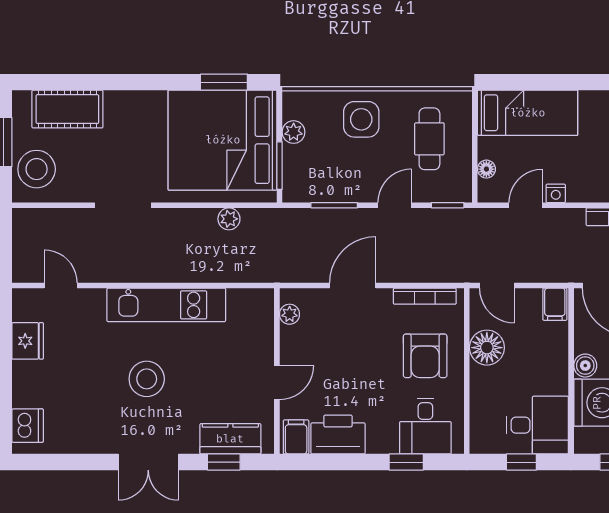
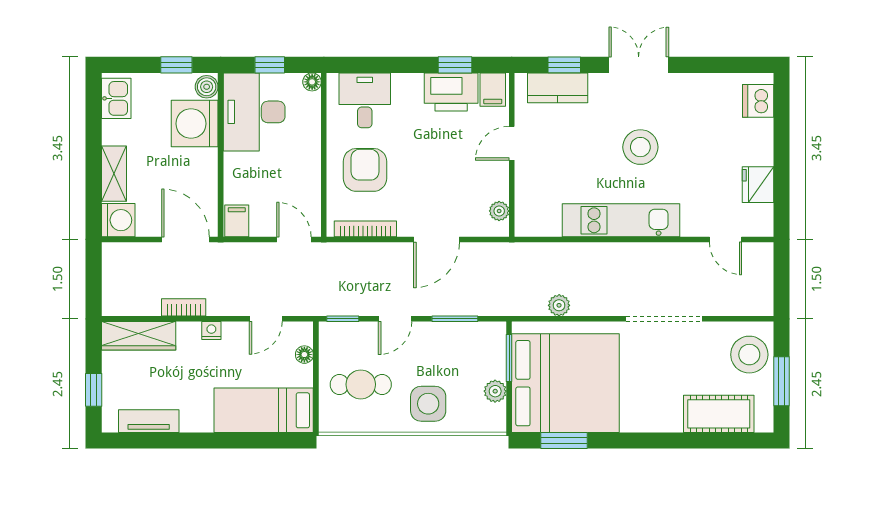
cafe table: (429, 139) -> (361, 384), turned 90
nightstand: (556, 193) -> (211, 331), moved
doorway: (123, 205) -> (664, 319), width x1.36
floor lamp: (487, 348) -> (312, 82), moved, width x0.53, depth x0.53
boiler: (585, 366) -> (207, 87), moved
desk: (537, 425) -> (254, 112), width x1.37
window: (406, 462) -> (455, 65), moved

